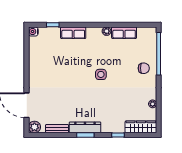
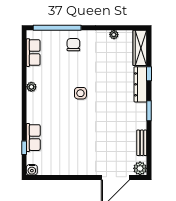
row of seats: (73, 33) -> (33, 138), moved
row of seats: (124, 33) -> (33, 53), moved
dresser: (85, 127) -> (140, 84), moved

